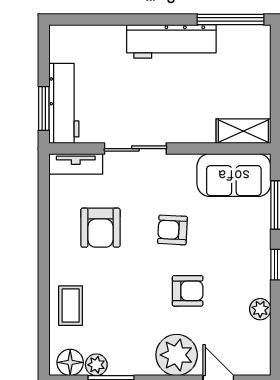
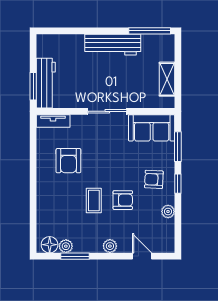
shelving: (243, 131) -> (167, 79), moved, turned 90
sliding door: (135, 149) -> (107, 111), moved
armchair: (172, 230) -> (154, 179), moved
coffee table: (71, 306) -> (94, 200), moved
plant: (177, 355) -> (110, 246), width x0.53, depth x0.53

